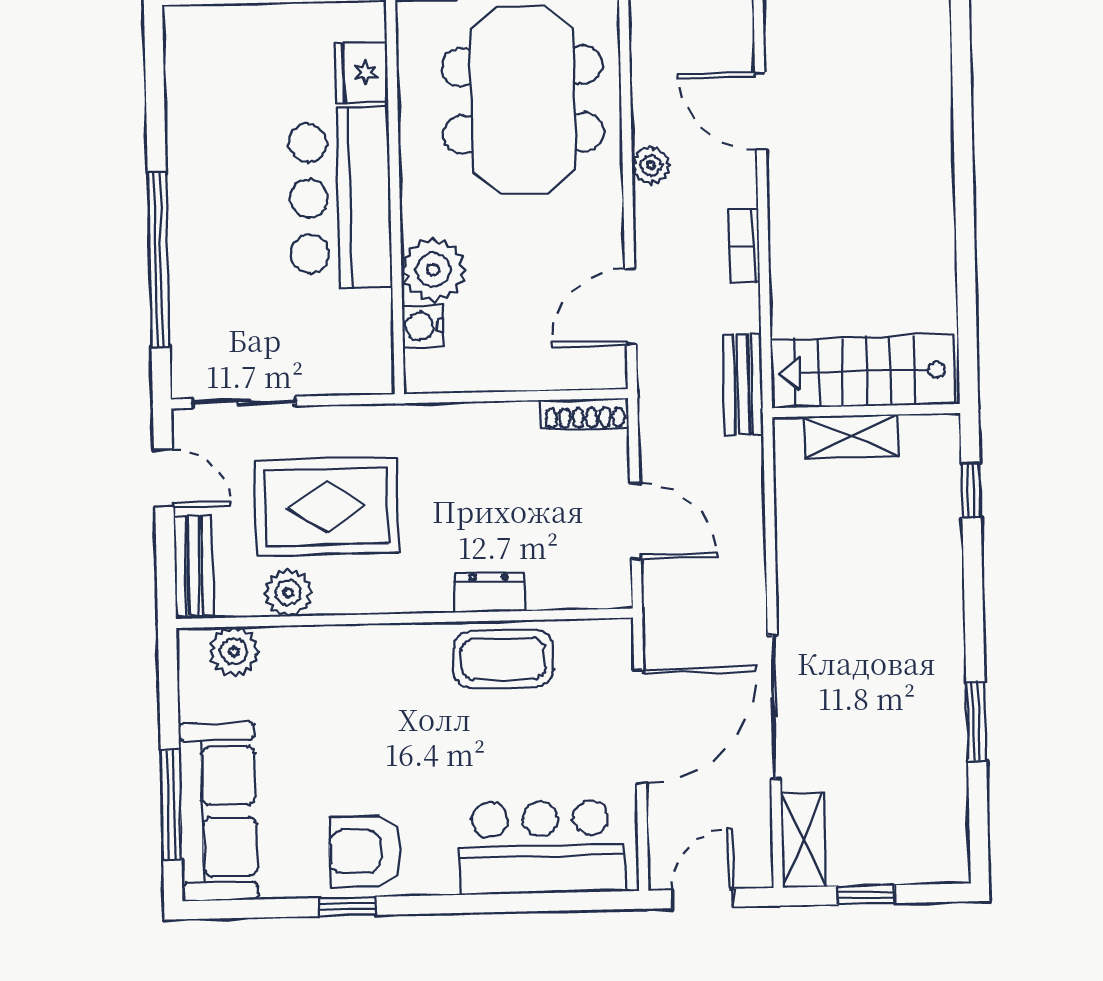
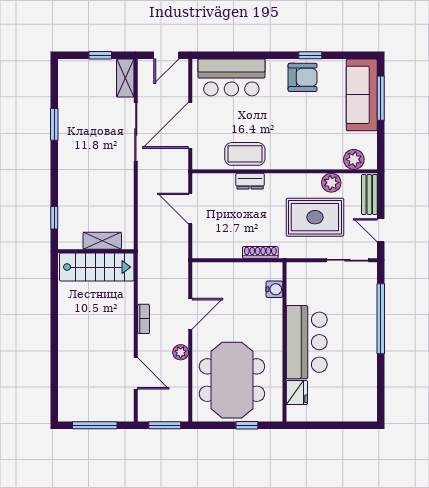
plant: (433, 270) -> (270, 312), removed
door: (631, 307) -> (190, 314), moved
bench: (743, 385) -> (145, 263), removed
shoe rack: (585, 414) -> (260, 252), moved

